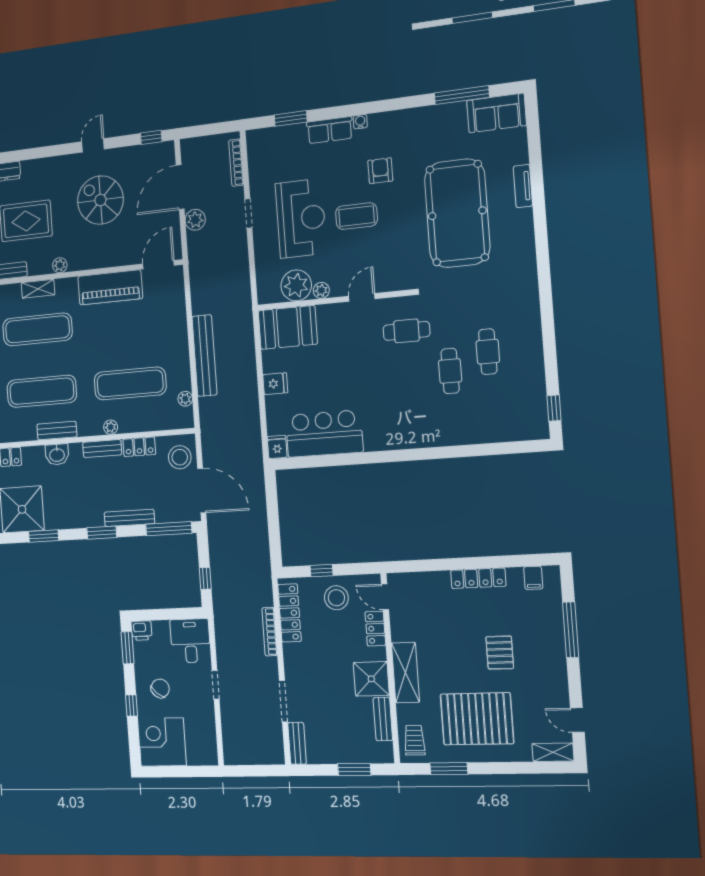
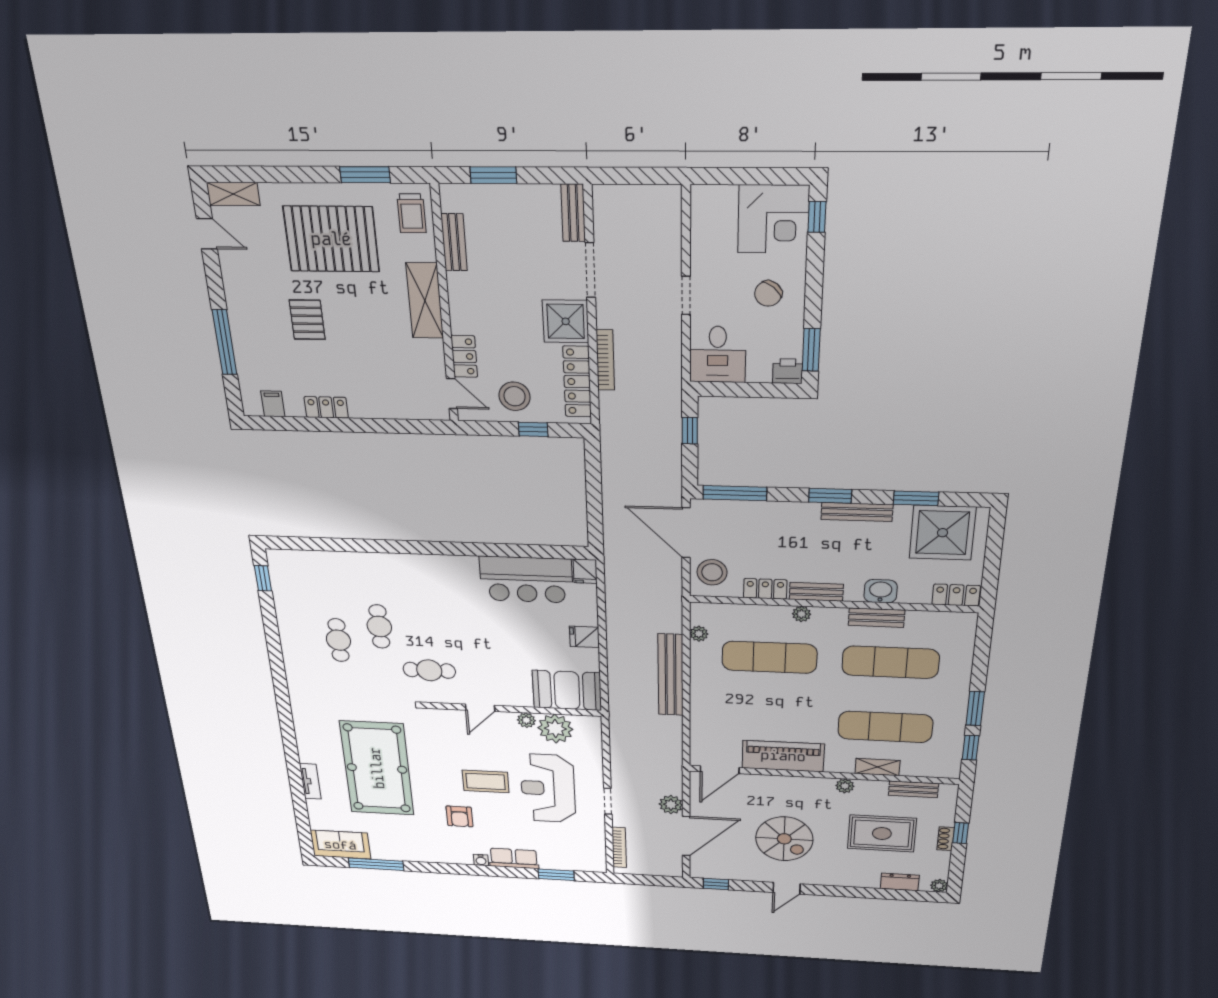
bench: (129, 518) -> (857, 512), moved
locker: (478, 578) -> (326, 407), width x0.66
shower: (371, 679) -> (566, 321), moved
window: (132, 706) -> (817, 217), moved

